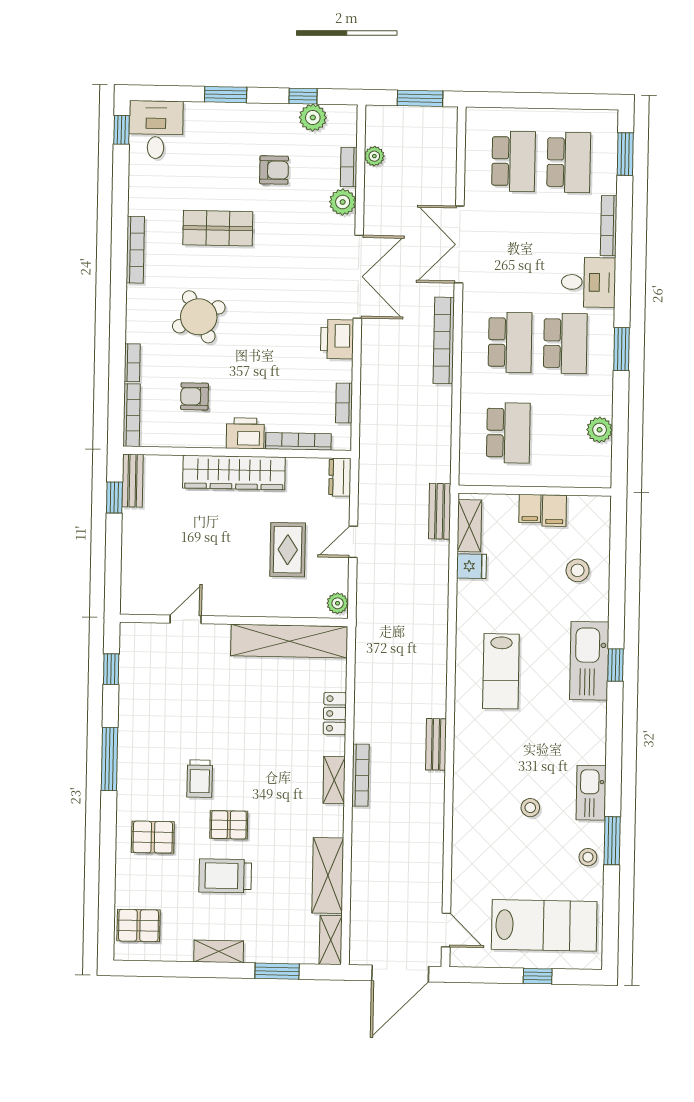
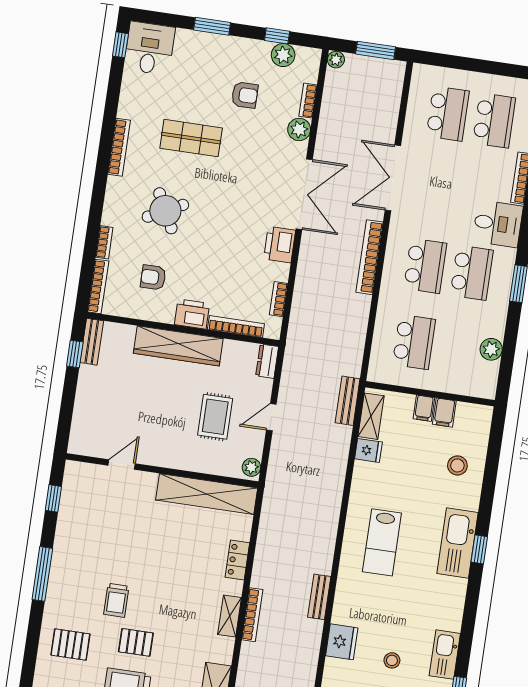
plant: (374, 156) -> (336, 60), moved
fridge: (469, 793) -> (342, 642), added

